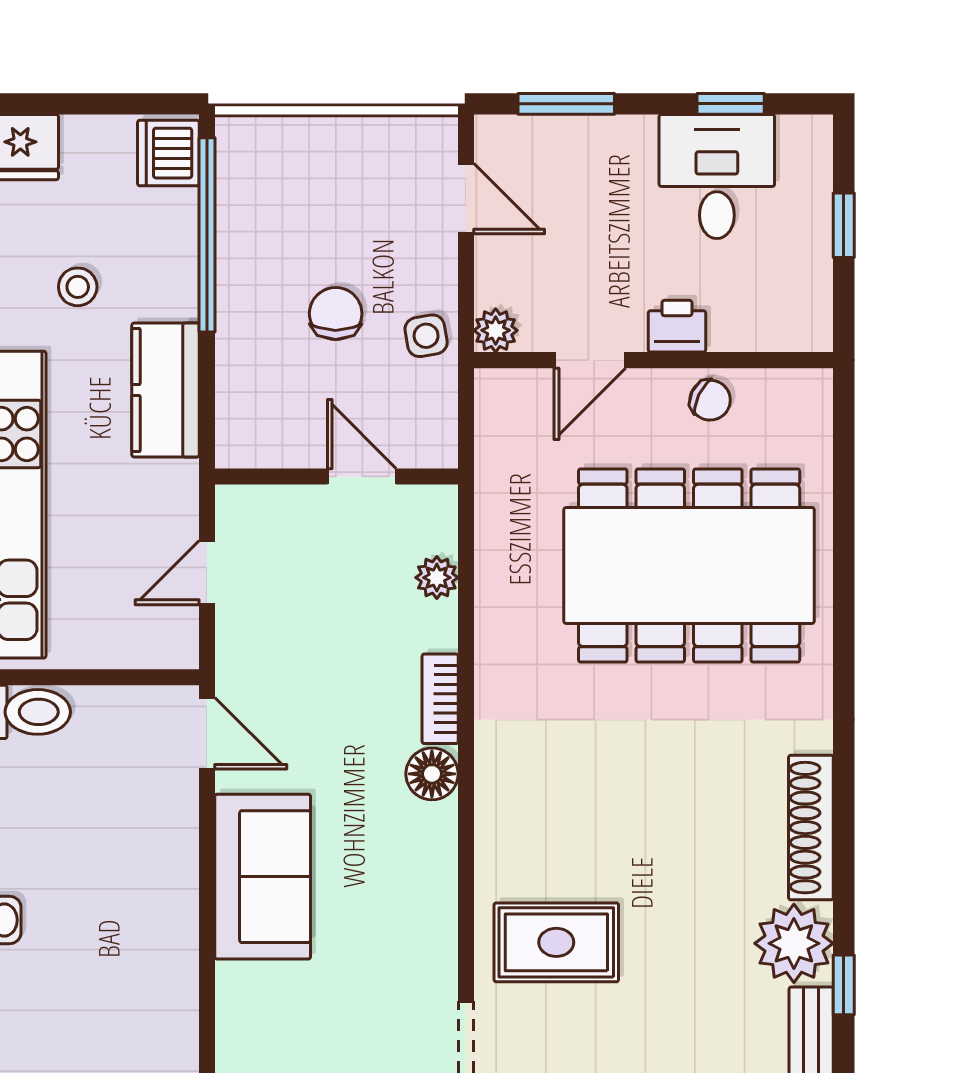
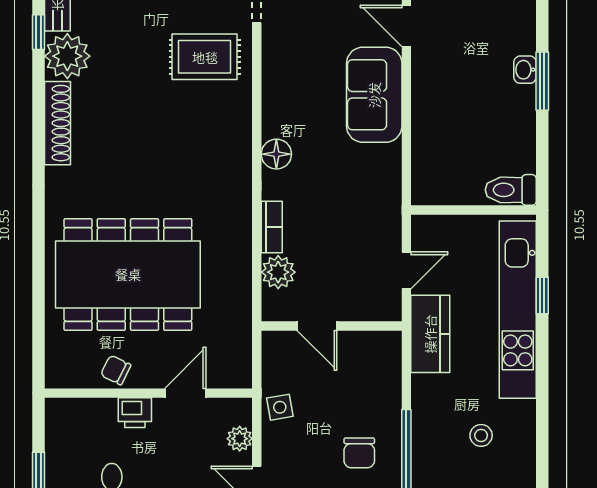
chair: (336, 314) -> (359, 453), moved
plant: (496, 330) -> (240, 439), moved
kitchen counter: (166, 390) -> (430, 334), moved
plant: (437, 578) -> (278, 272), width x1.38, depth x1.38
bookcase: (440, 699) -> (272, 227), moved
door: (207, 733) -> (406, 26), moved

